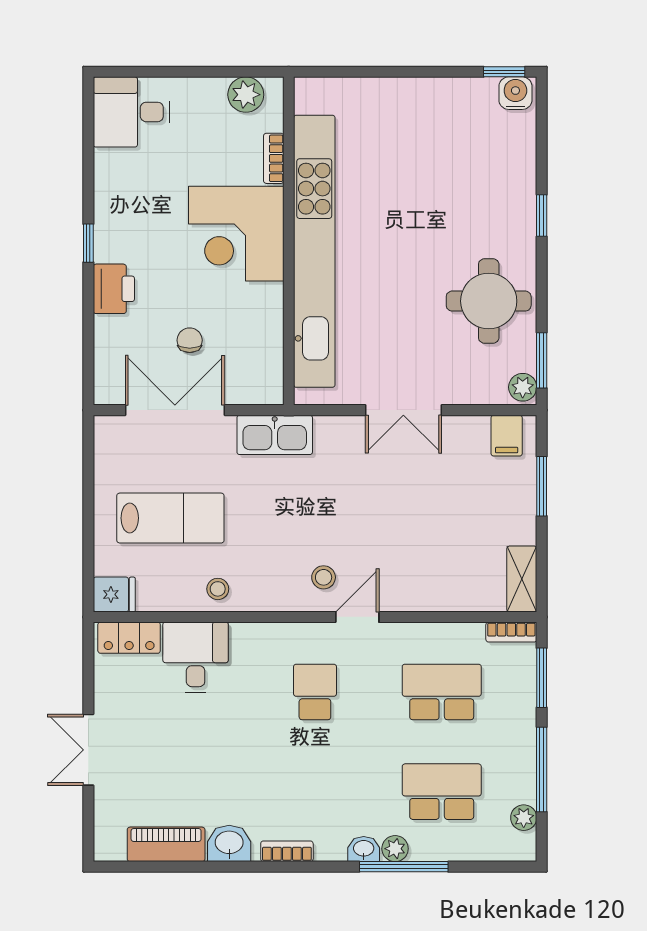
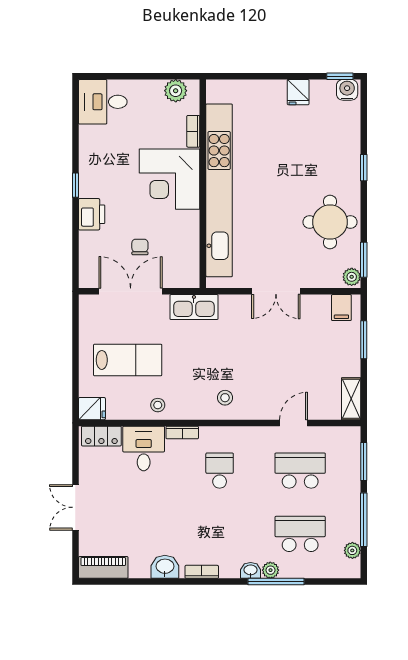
fridge: (439, 97) -> (298, 92), added
door: (357, 617) -> (294, 423), moved
bookcase: (511, 632) -> (182, 432), moved
piano: (166, 844) -> (103, 567), moved

